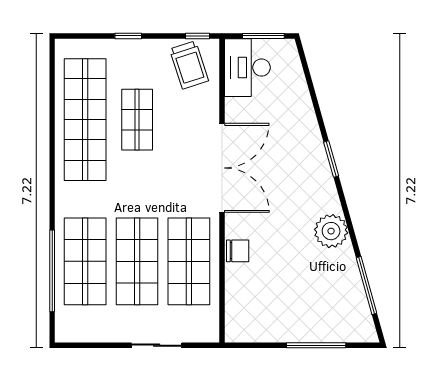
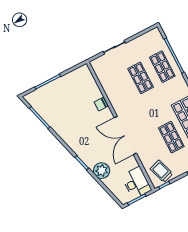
plant: (331, 231) -> (102, 171), moved
shop shelf: (85, 261) -> (162, 67), width x0.70, depth x0.74
shop shelf: (137, 261) -> (141, 78), width x0.70, depth x0.74
shop shelf: (189, 261) -> (119, 89), removed

